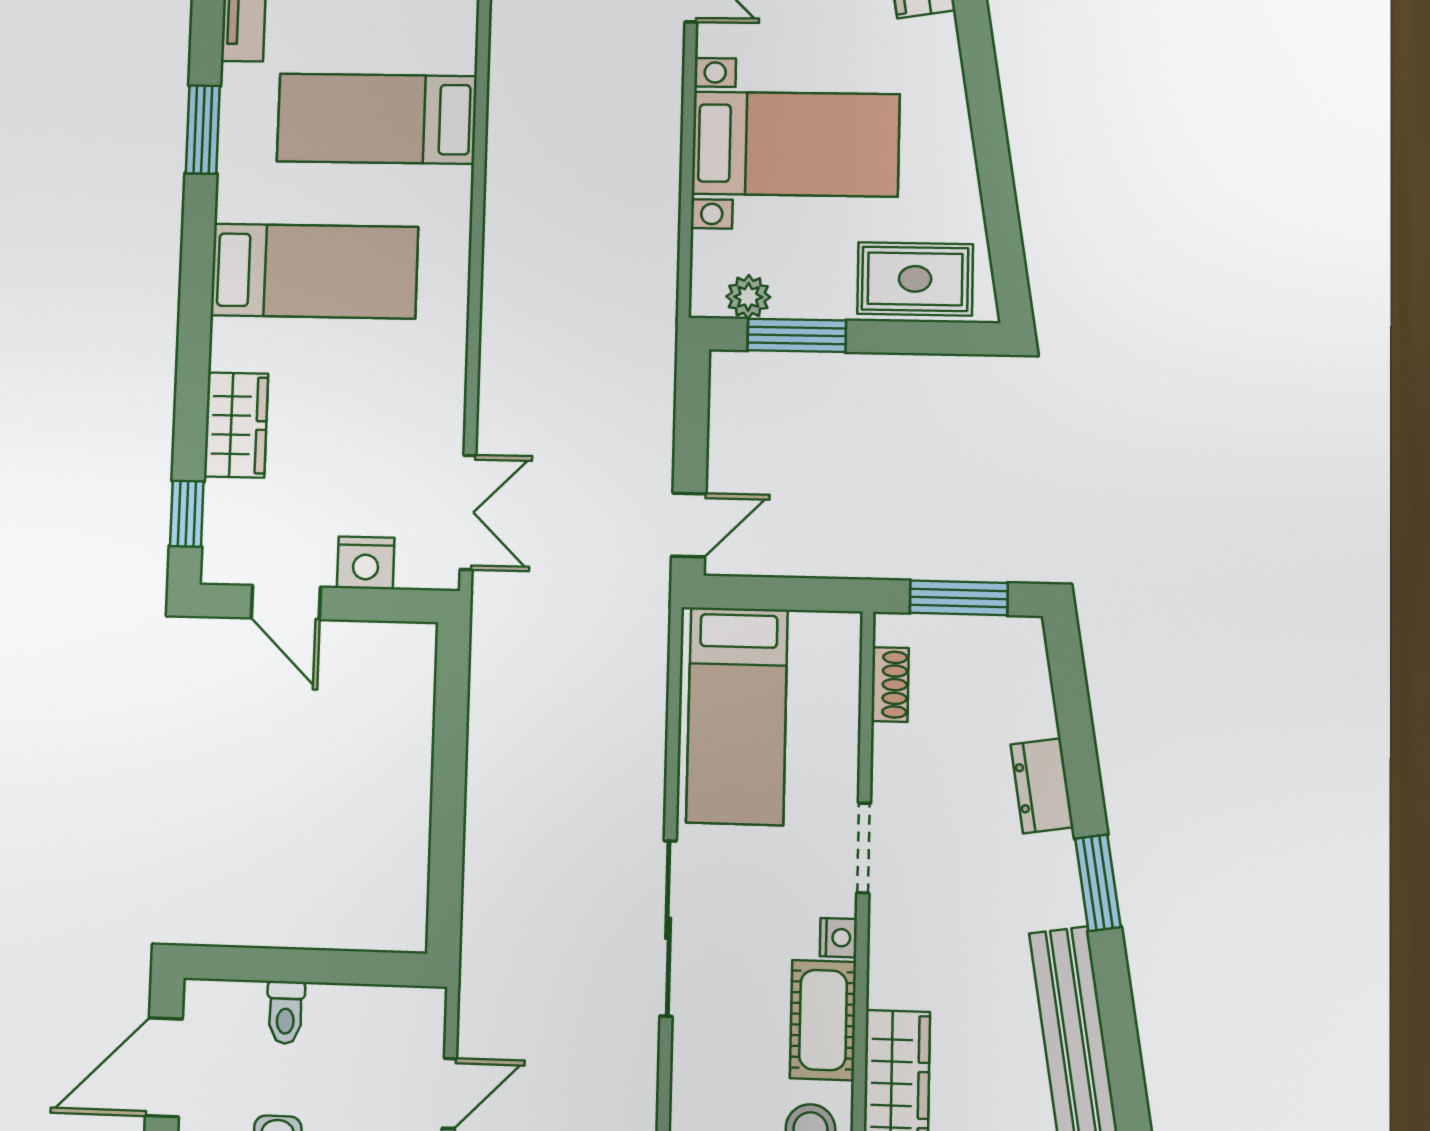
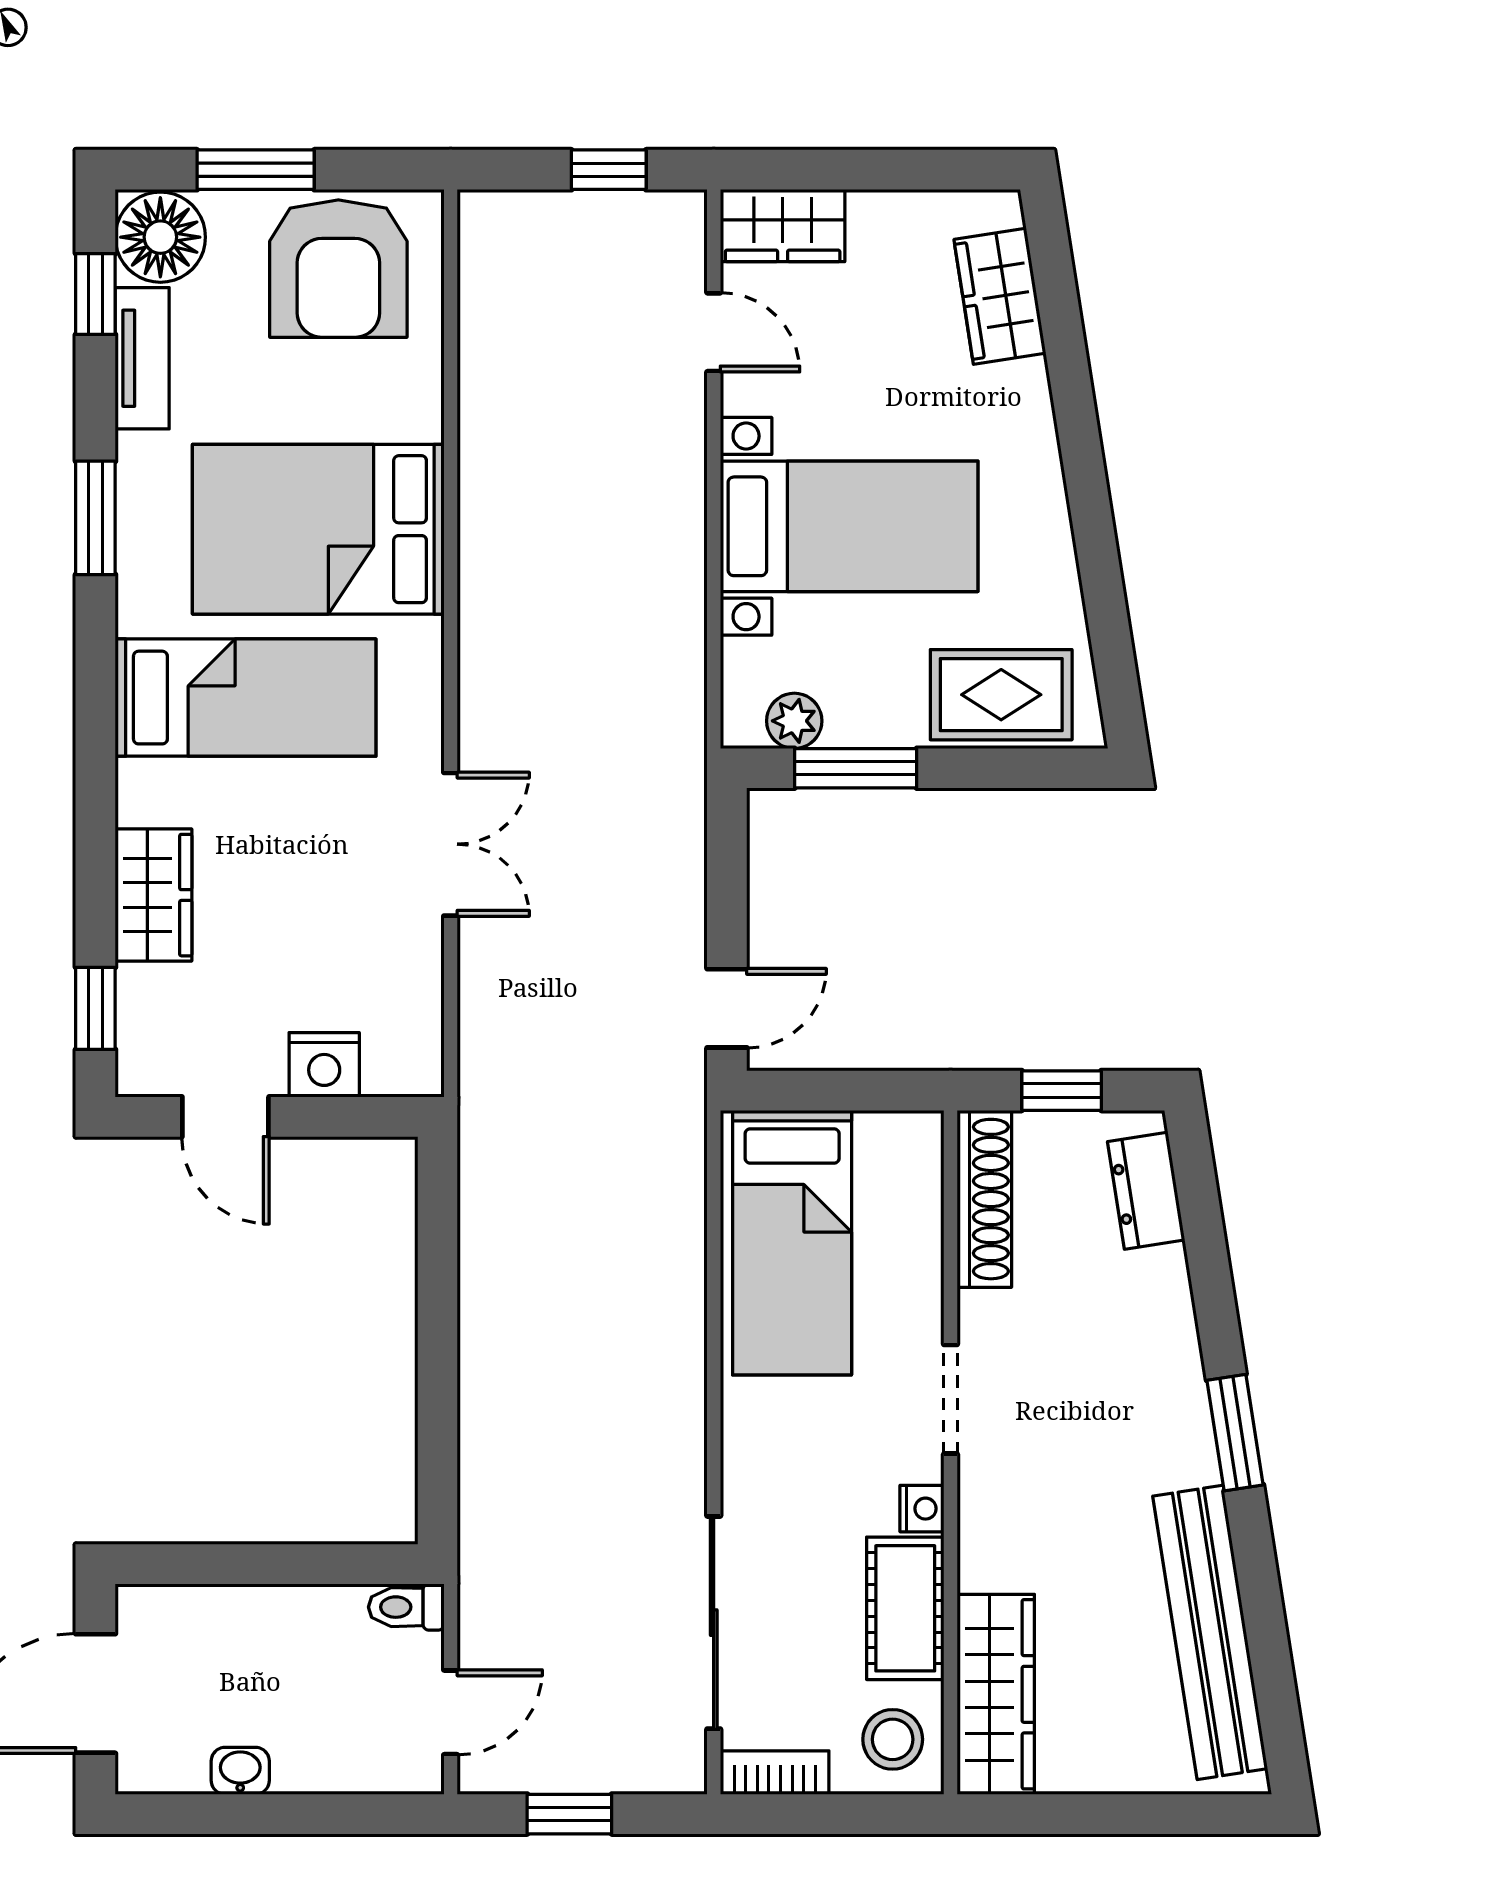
bed: (377, 119) -> (318, 529), width x1.50
double door: (468, 512) -> (451, 844), moved
window: (959, 598) -> (1062, 1091), width x0.67
shoe rack: (890, 685) -> (984, 1199), width x1.94, depth x1.24
dresser: (1042, 786) -> (1146, 1191), moved
sliding door: (668, 928) -> (714, 1623), moved
toilet: (286, 1012) -> (406, 1607), moved, turned 90

